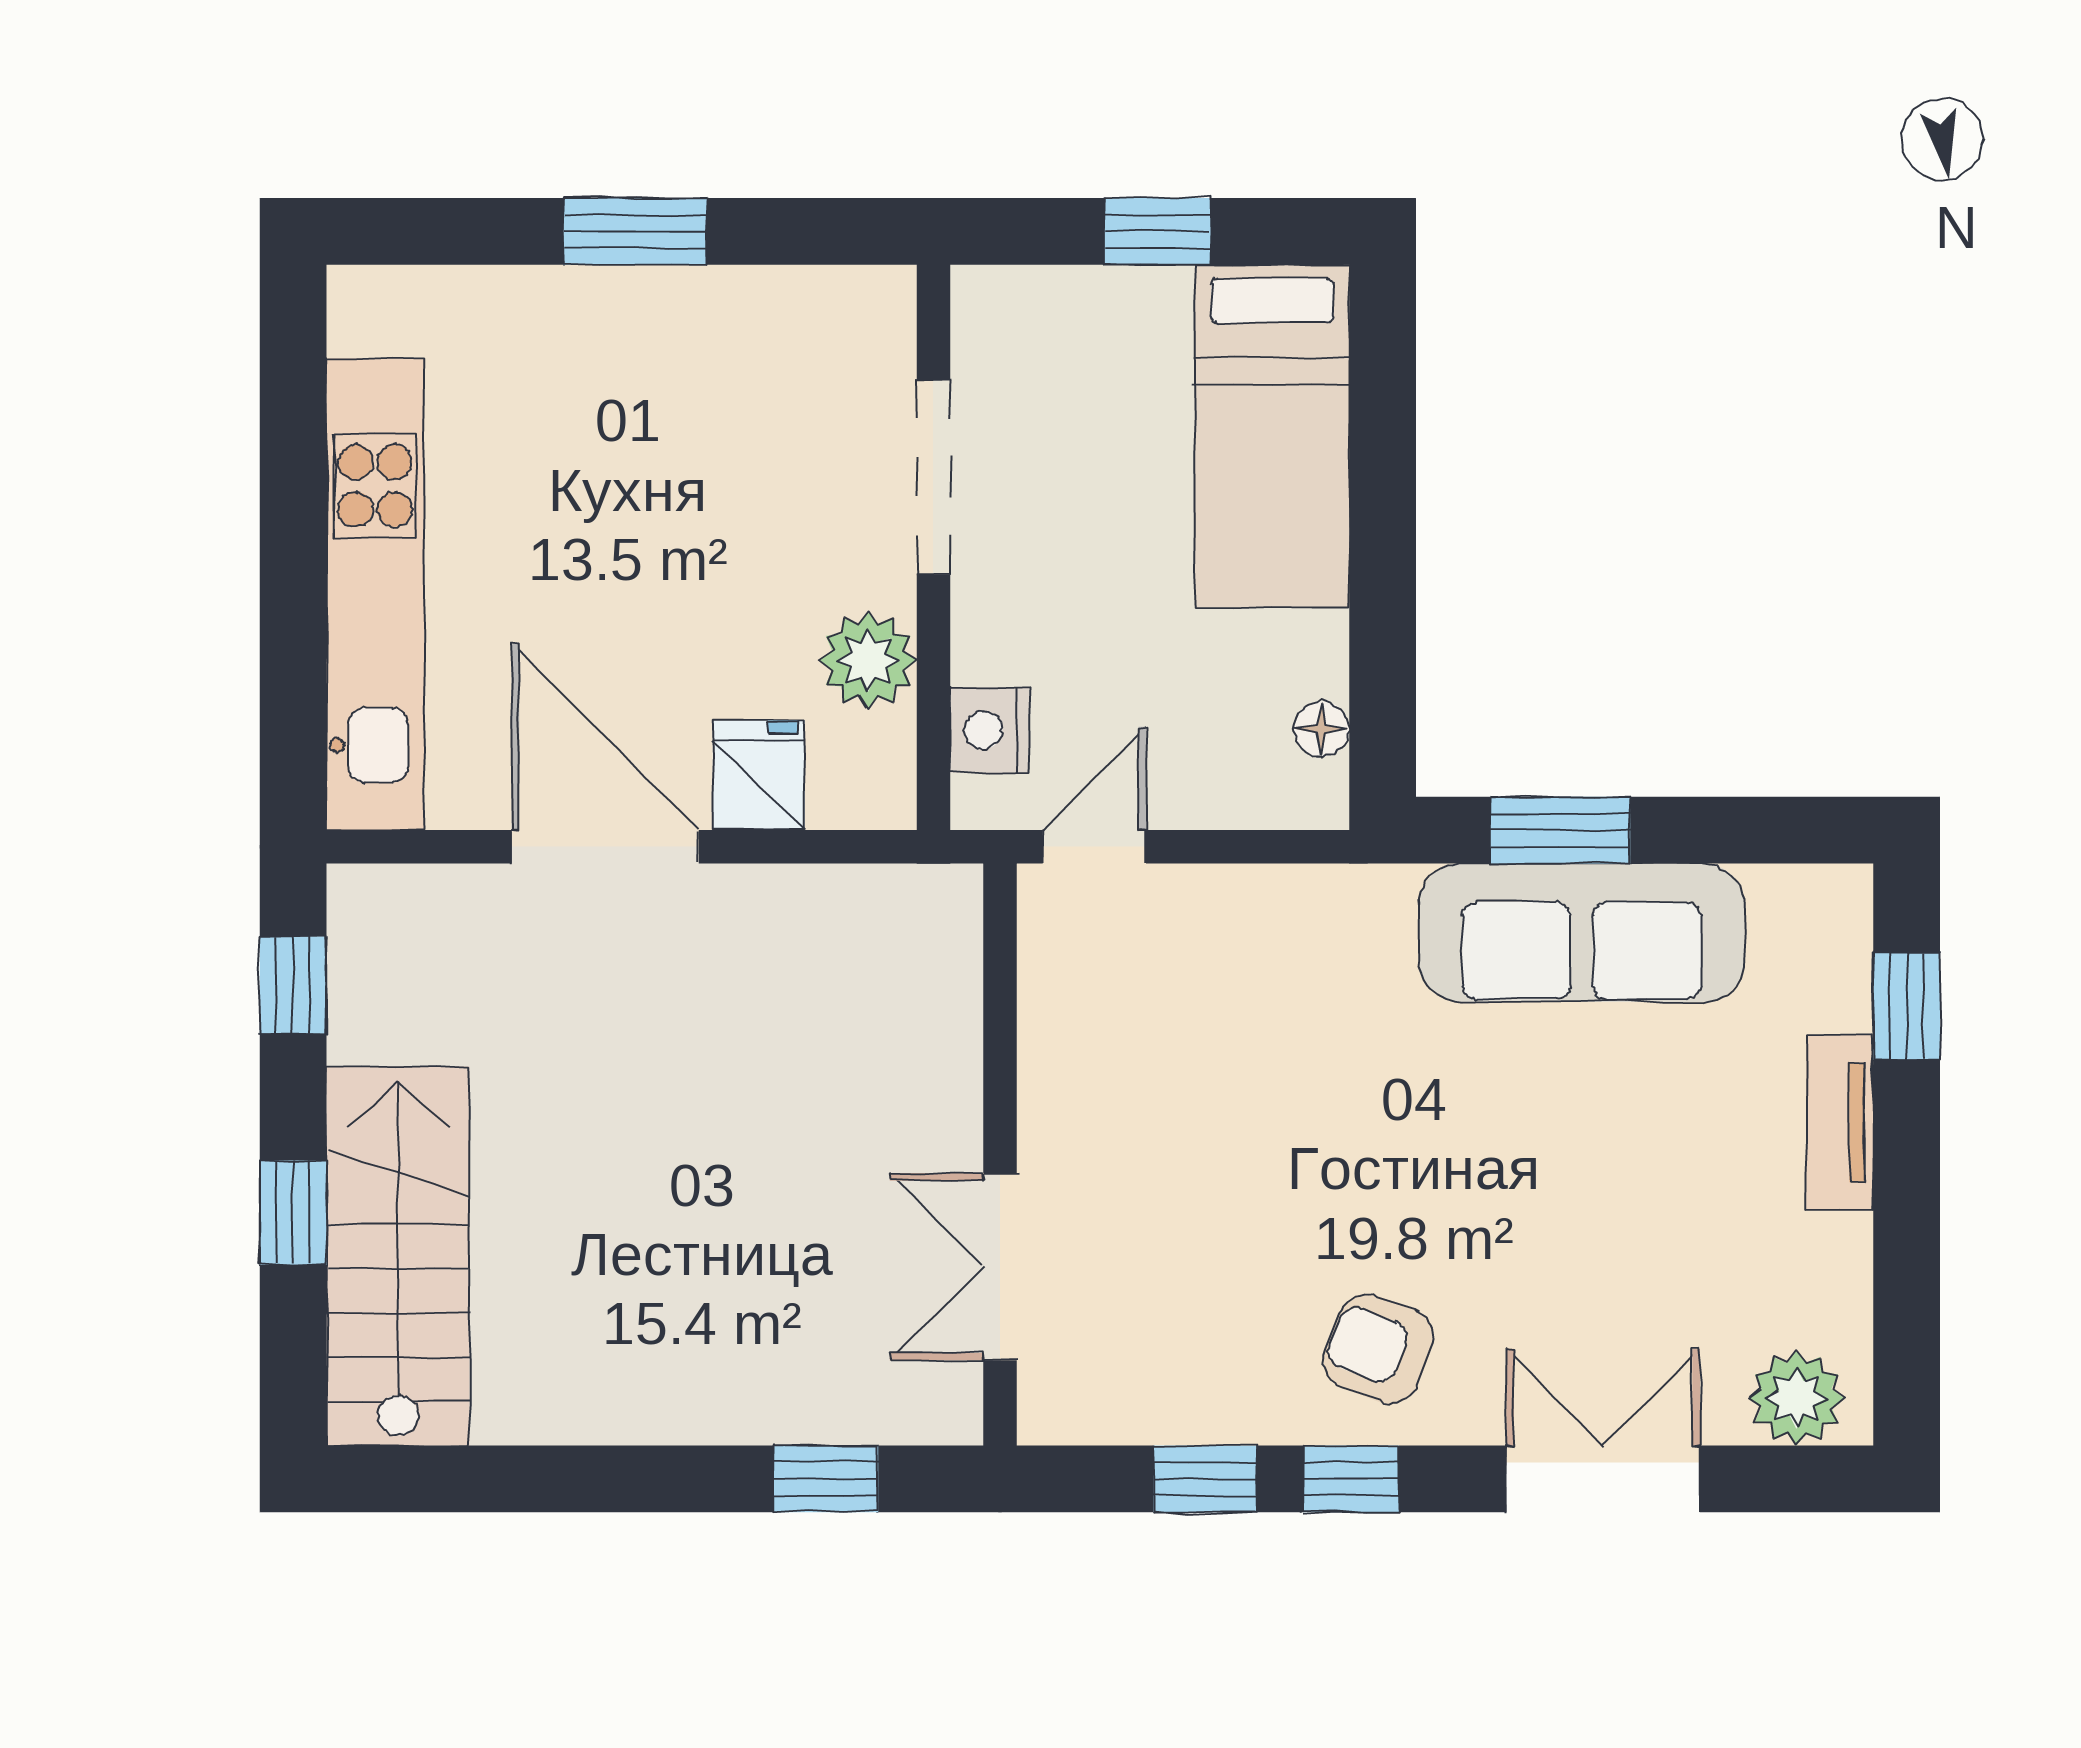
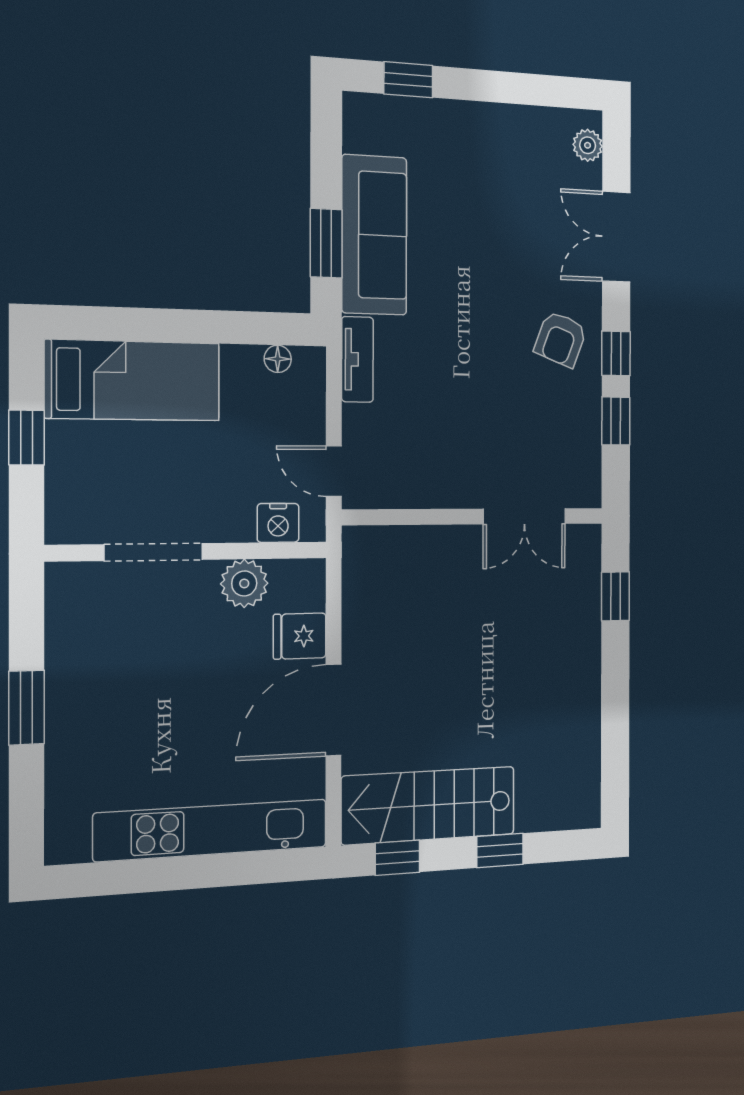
tv unit: (1840, 1122) -> (357, 359), moved, turned -90
stairs: (398, 1256) -> (429, 805), moved
plant: (1796, 1398) -> (588, 145), width x0.73, depth x0.73

